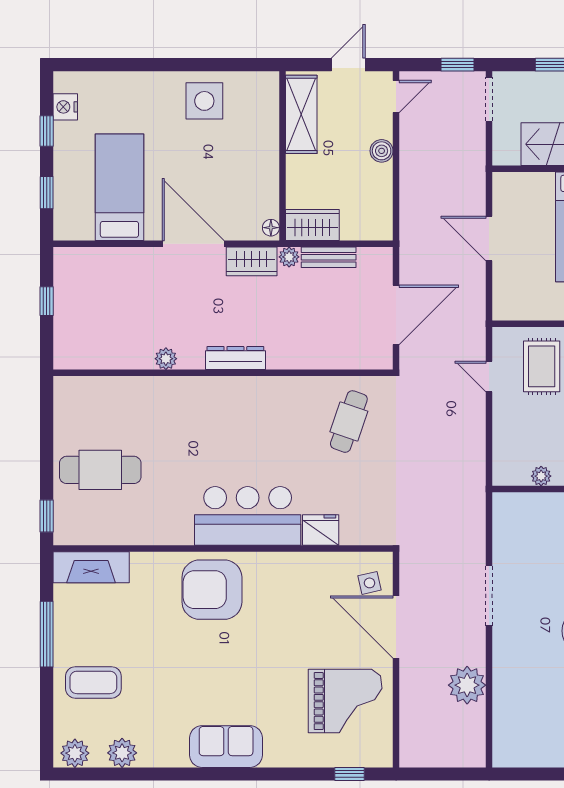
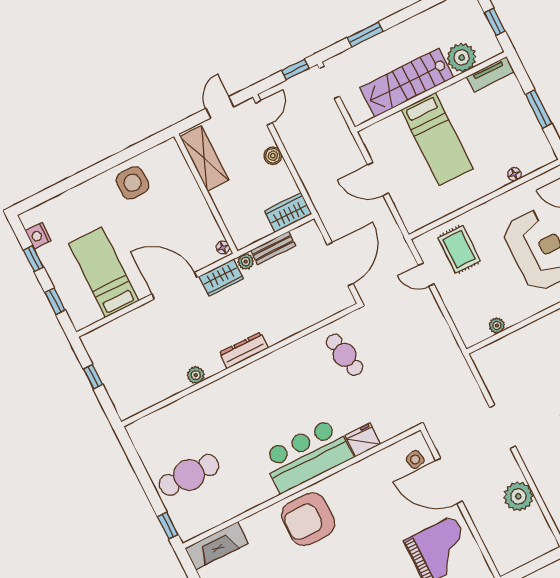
wardrobe: (312, 225) -> (288, 212), moved
cafe table: (349, 422) -> (345, 355), turned -31

